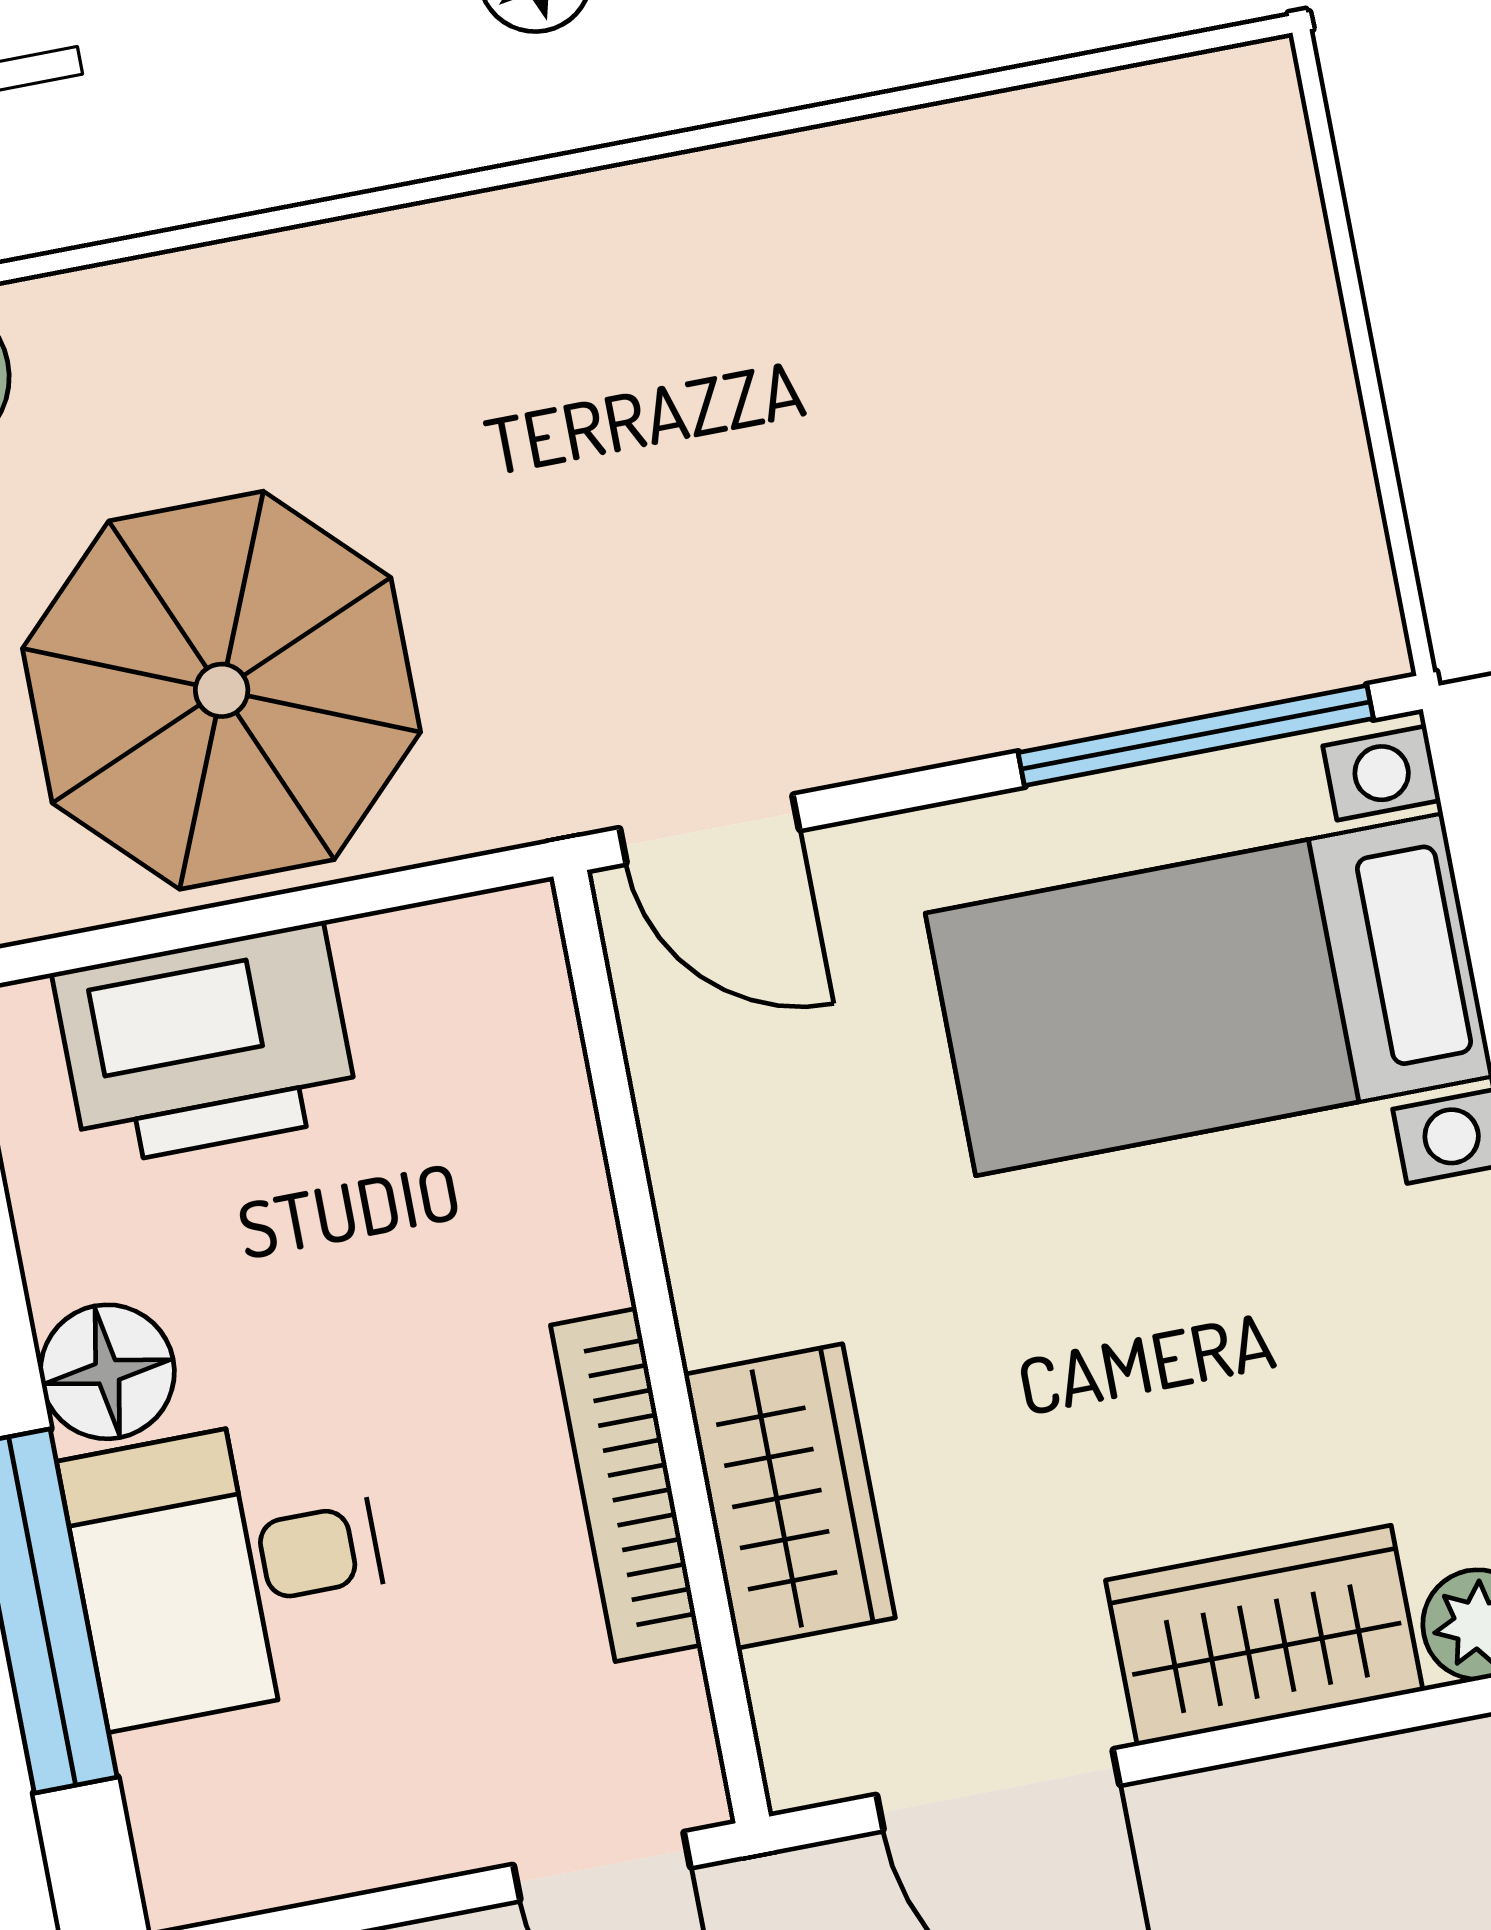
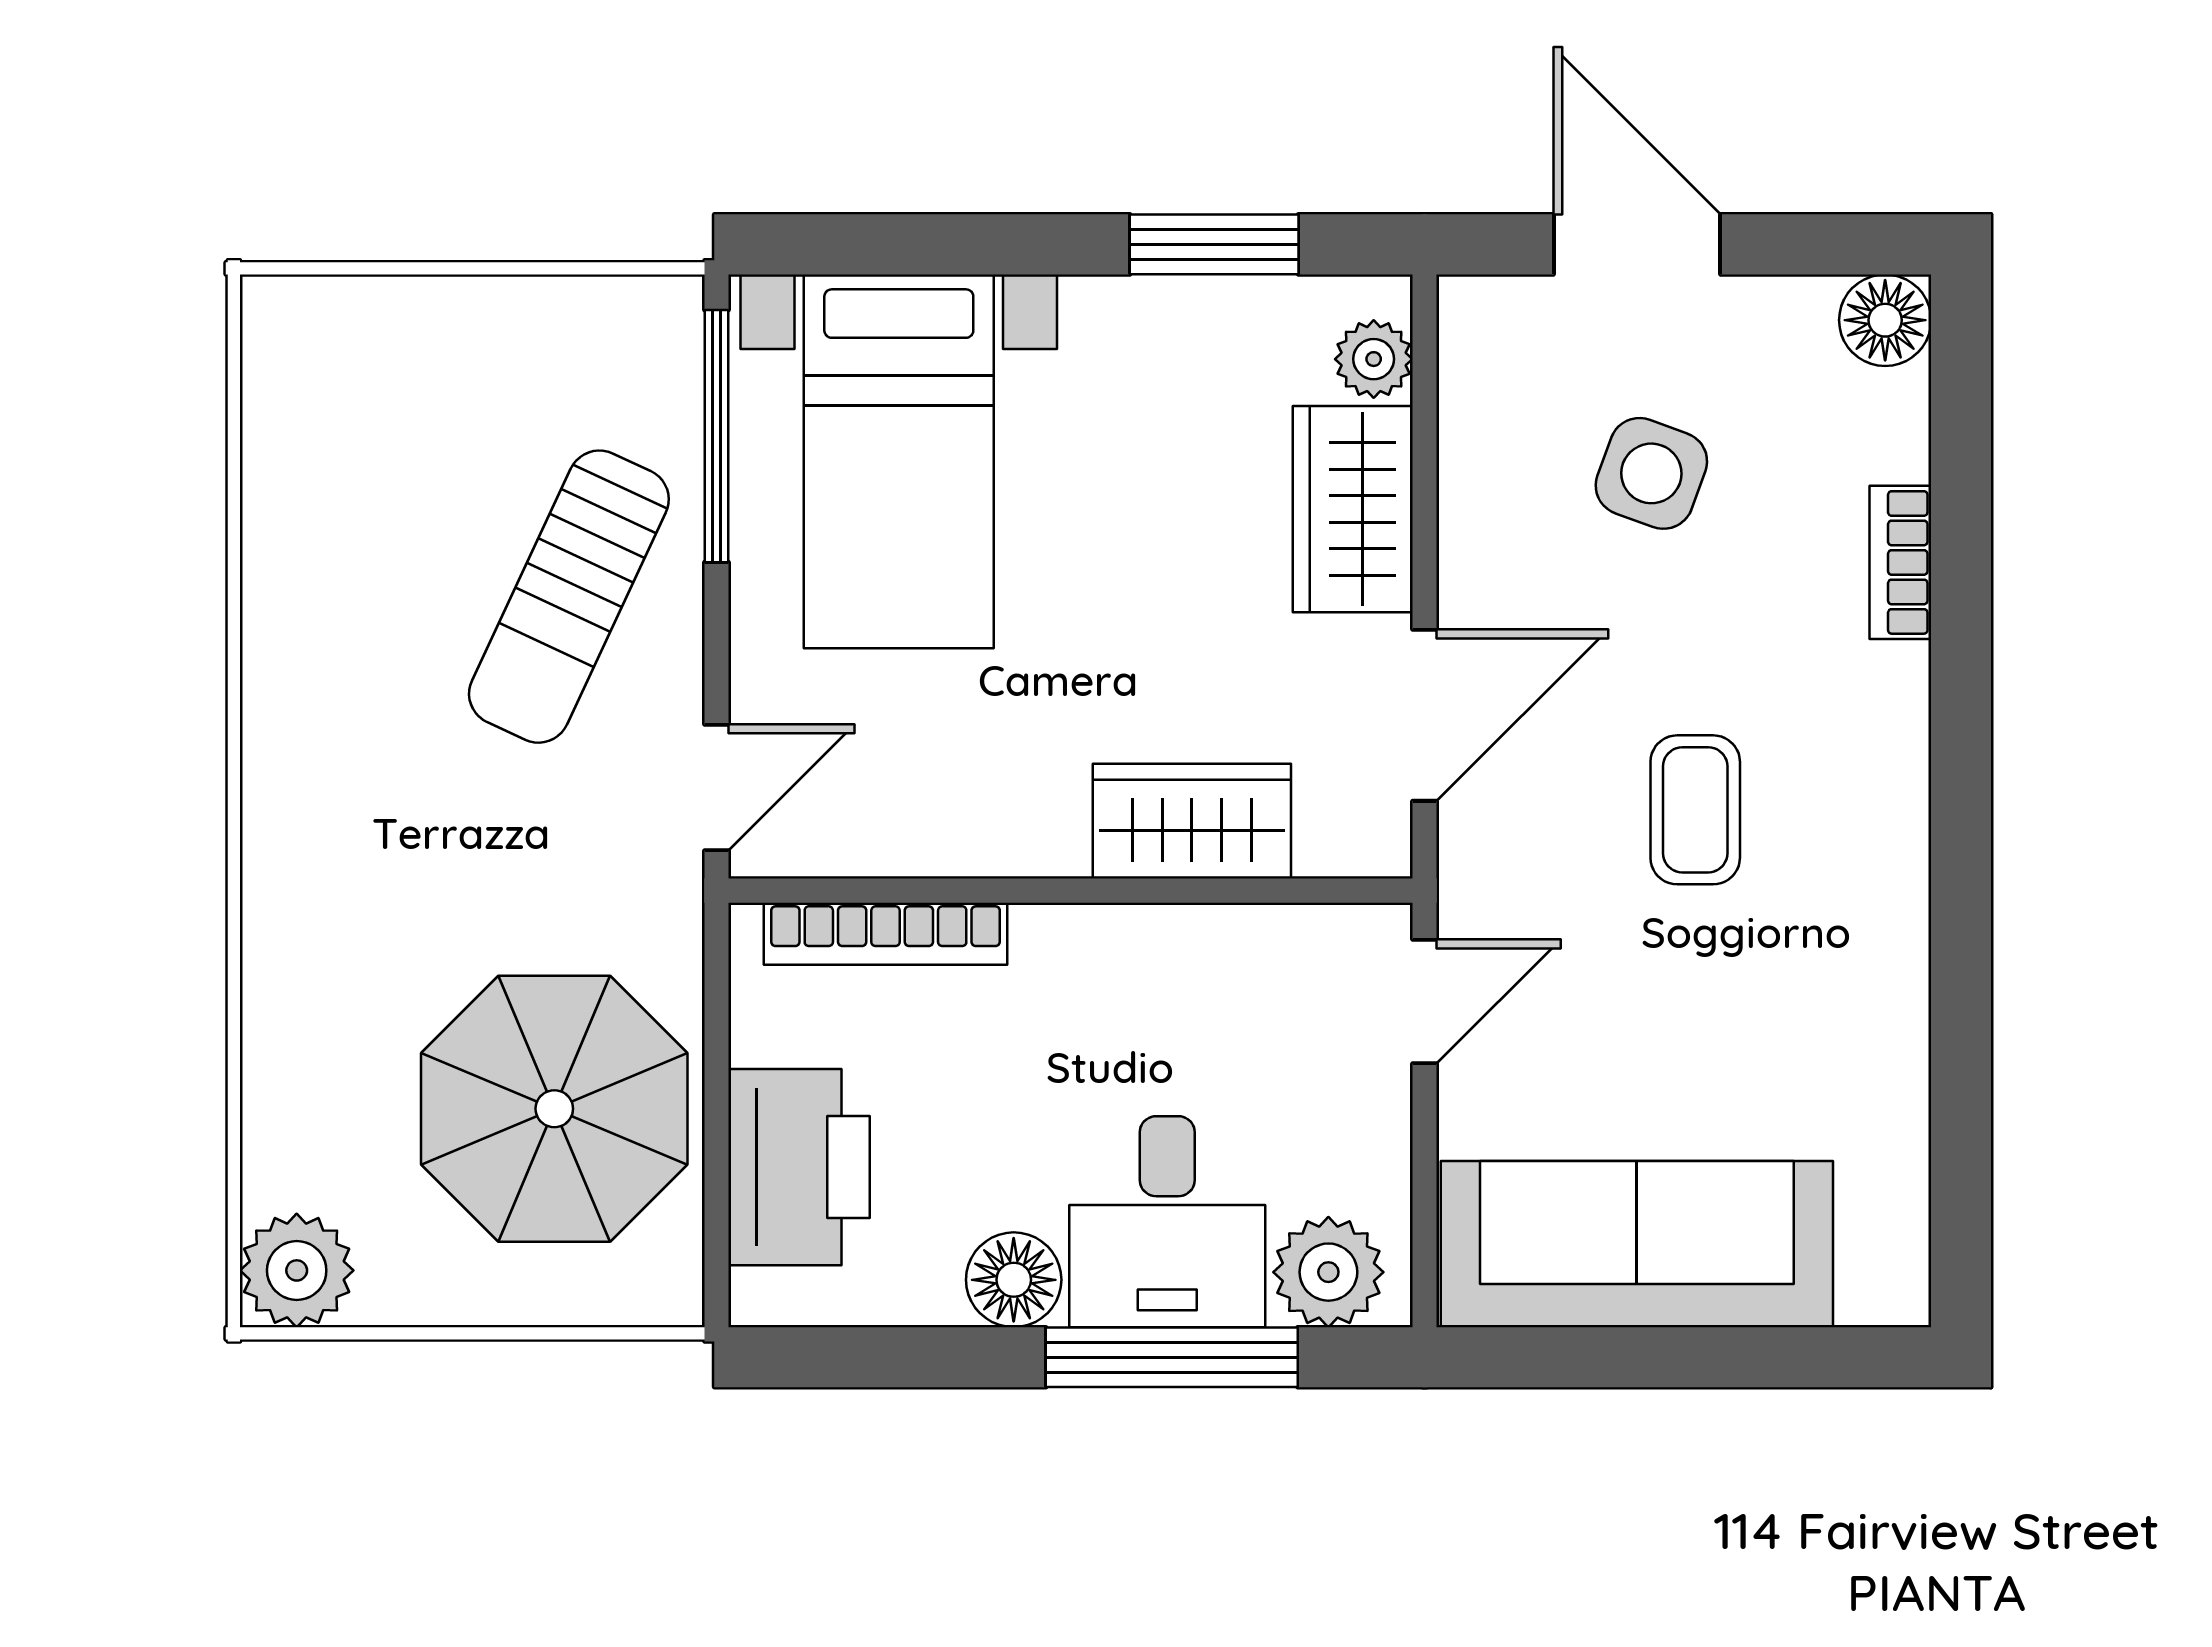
sun lounger: (934, 574) -> (569, 597), added
bookcase: (626, 1485) -> (886, 934), moved
plant: (202, 1805) -> (1328, 1272), added

